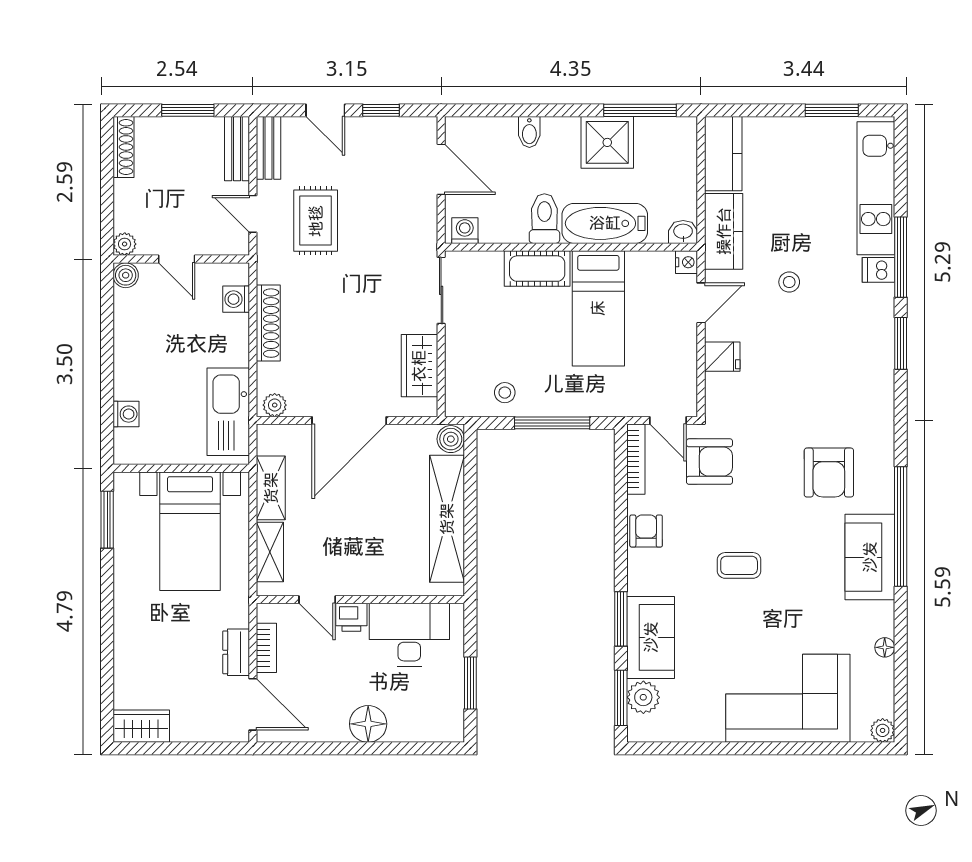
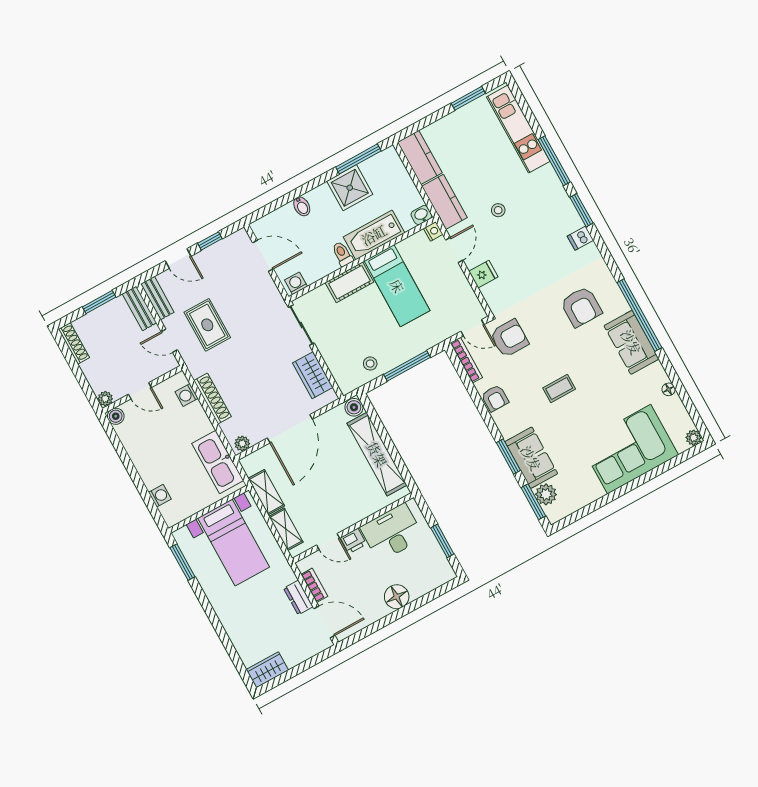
toilet: (544, 219) -> (342, 254), width x0.73, depth x0.72
dishwasher: (878, 270) -> (580, 238), moved
armchair: (646, 531) -> (495, 398), turned 180

